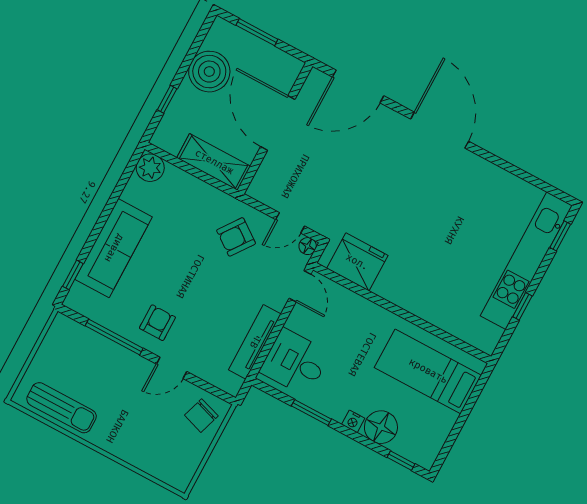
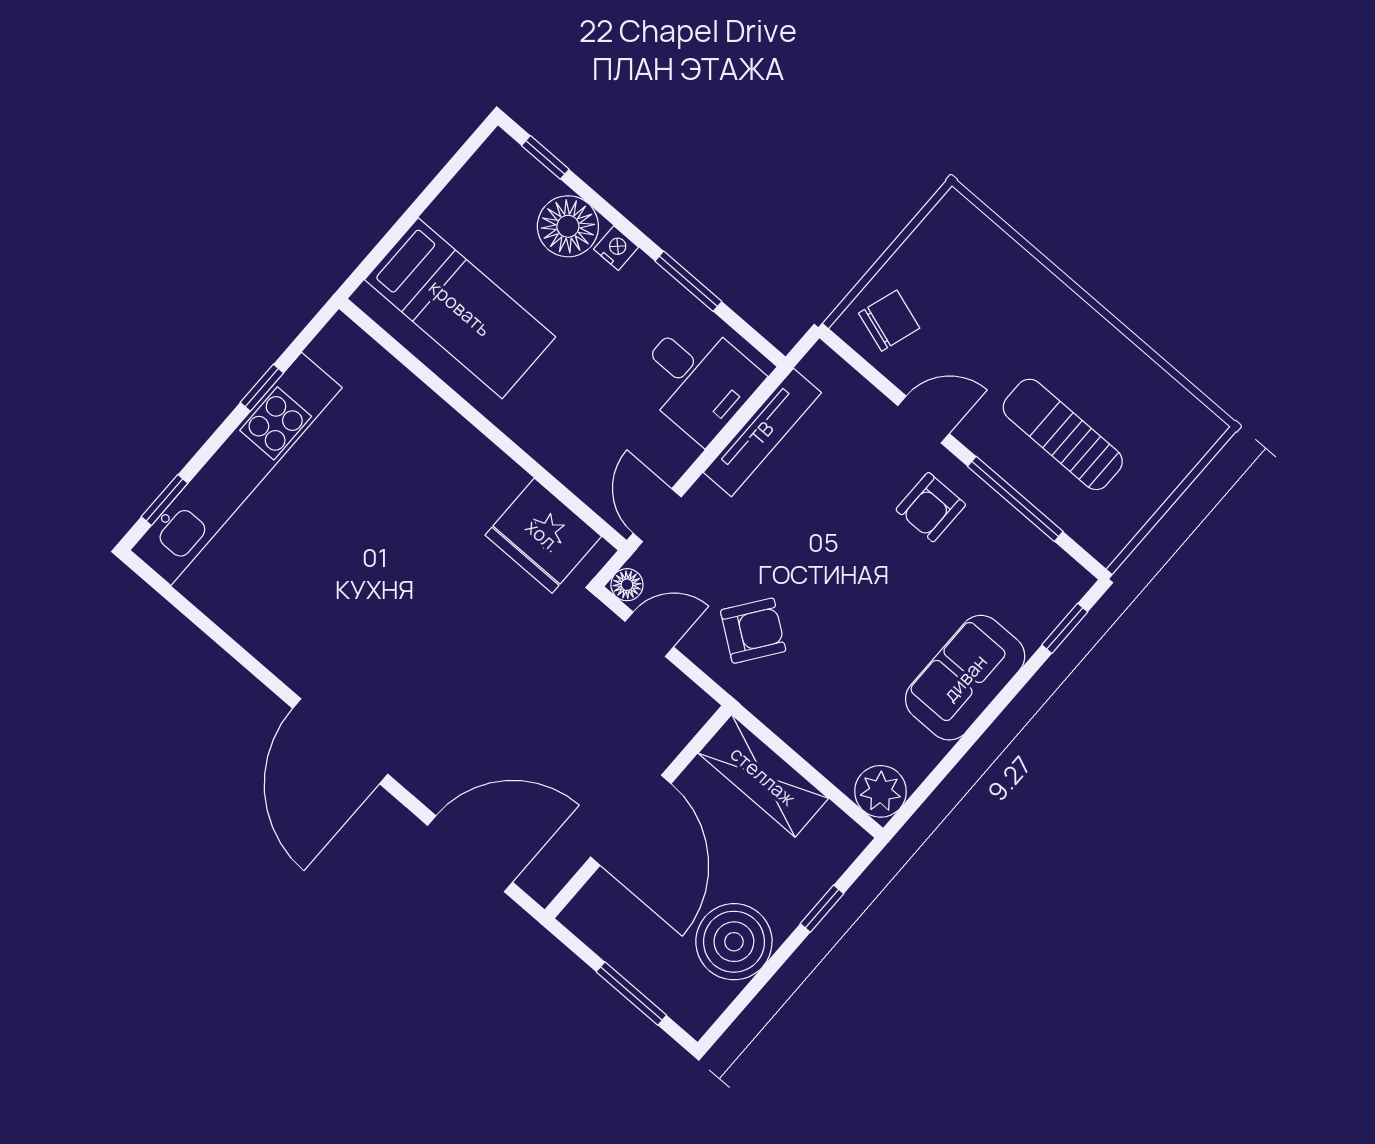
sofa: (114, 248) -> (965, 678), width x0.73
sun lounger: (62, 408) -> (1063, 434), moved

